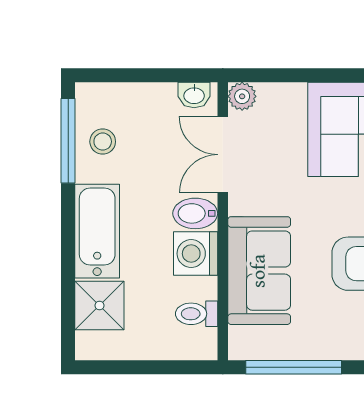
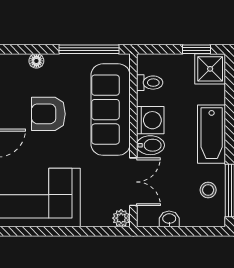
washbasin: (194, 95) -> (169, 219), moved
sofa: (259, 271) -> (111, 110), width x1.36
shower: (99, 306) -> (210, 69), moved
window: (121, 367) -> (197, 49), added

